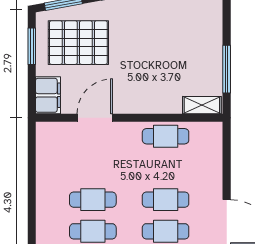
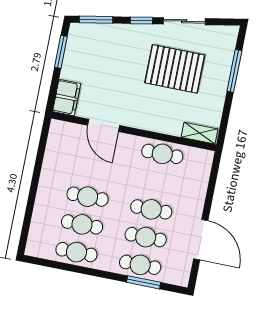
pallet: (78, 43) -> (175, 69), moved
window: (227, 69) -> (234, 71), moved
door: (95, 118) -> (104, 125), swing flipped

